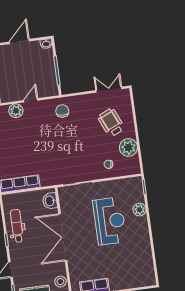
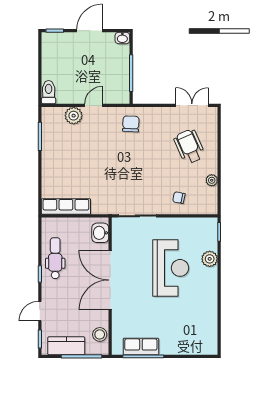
plant: (128, 147) -> (212, 180), width x0.53, depth x0.53

